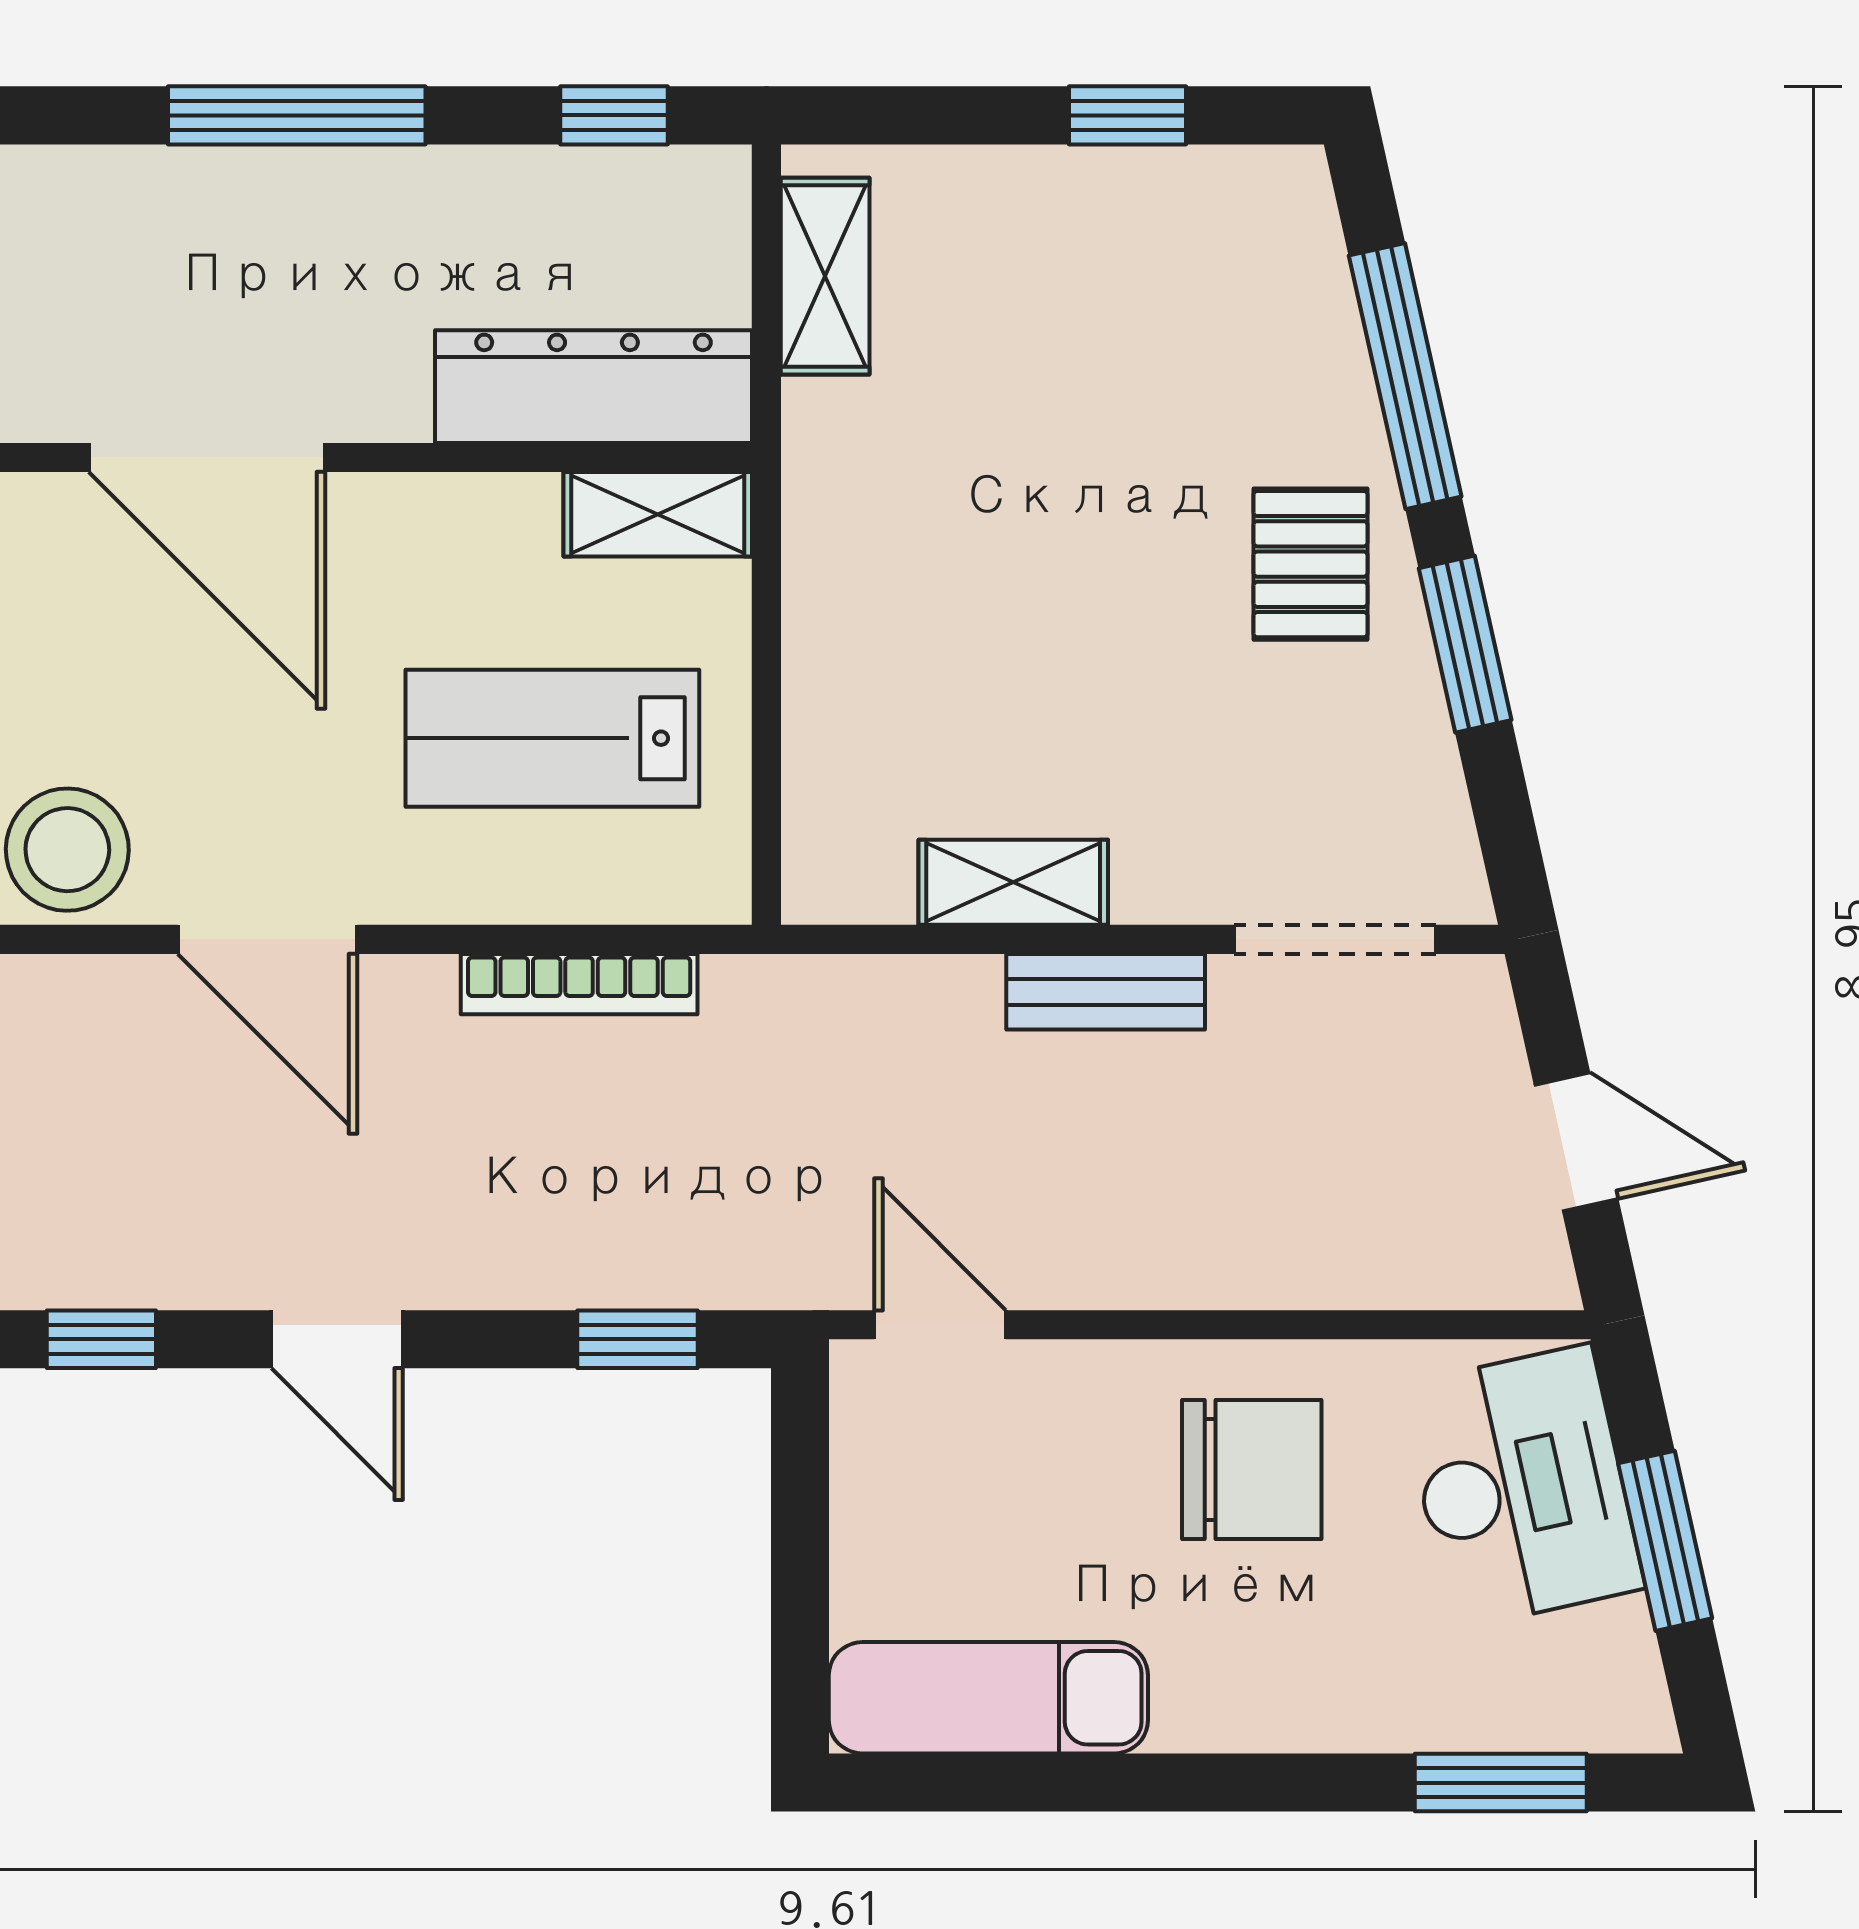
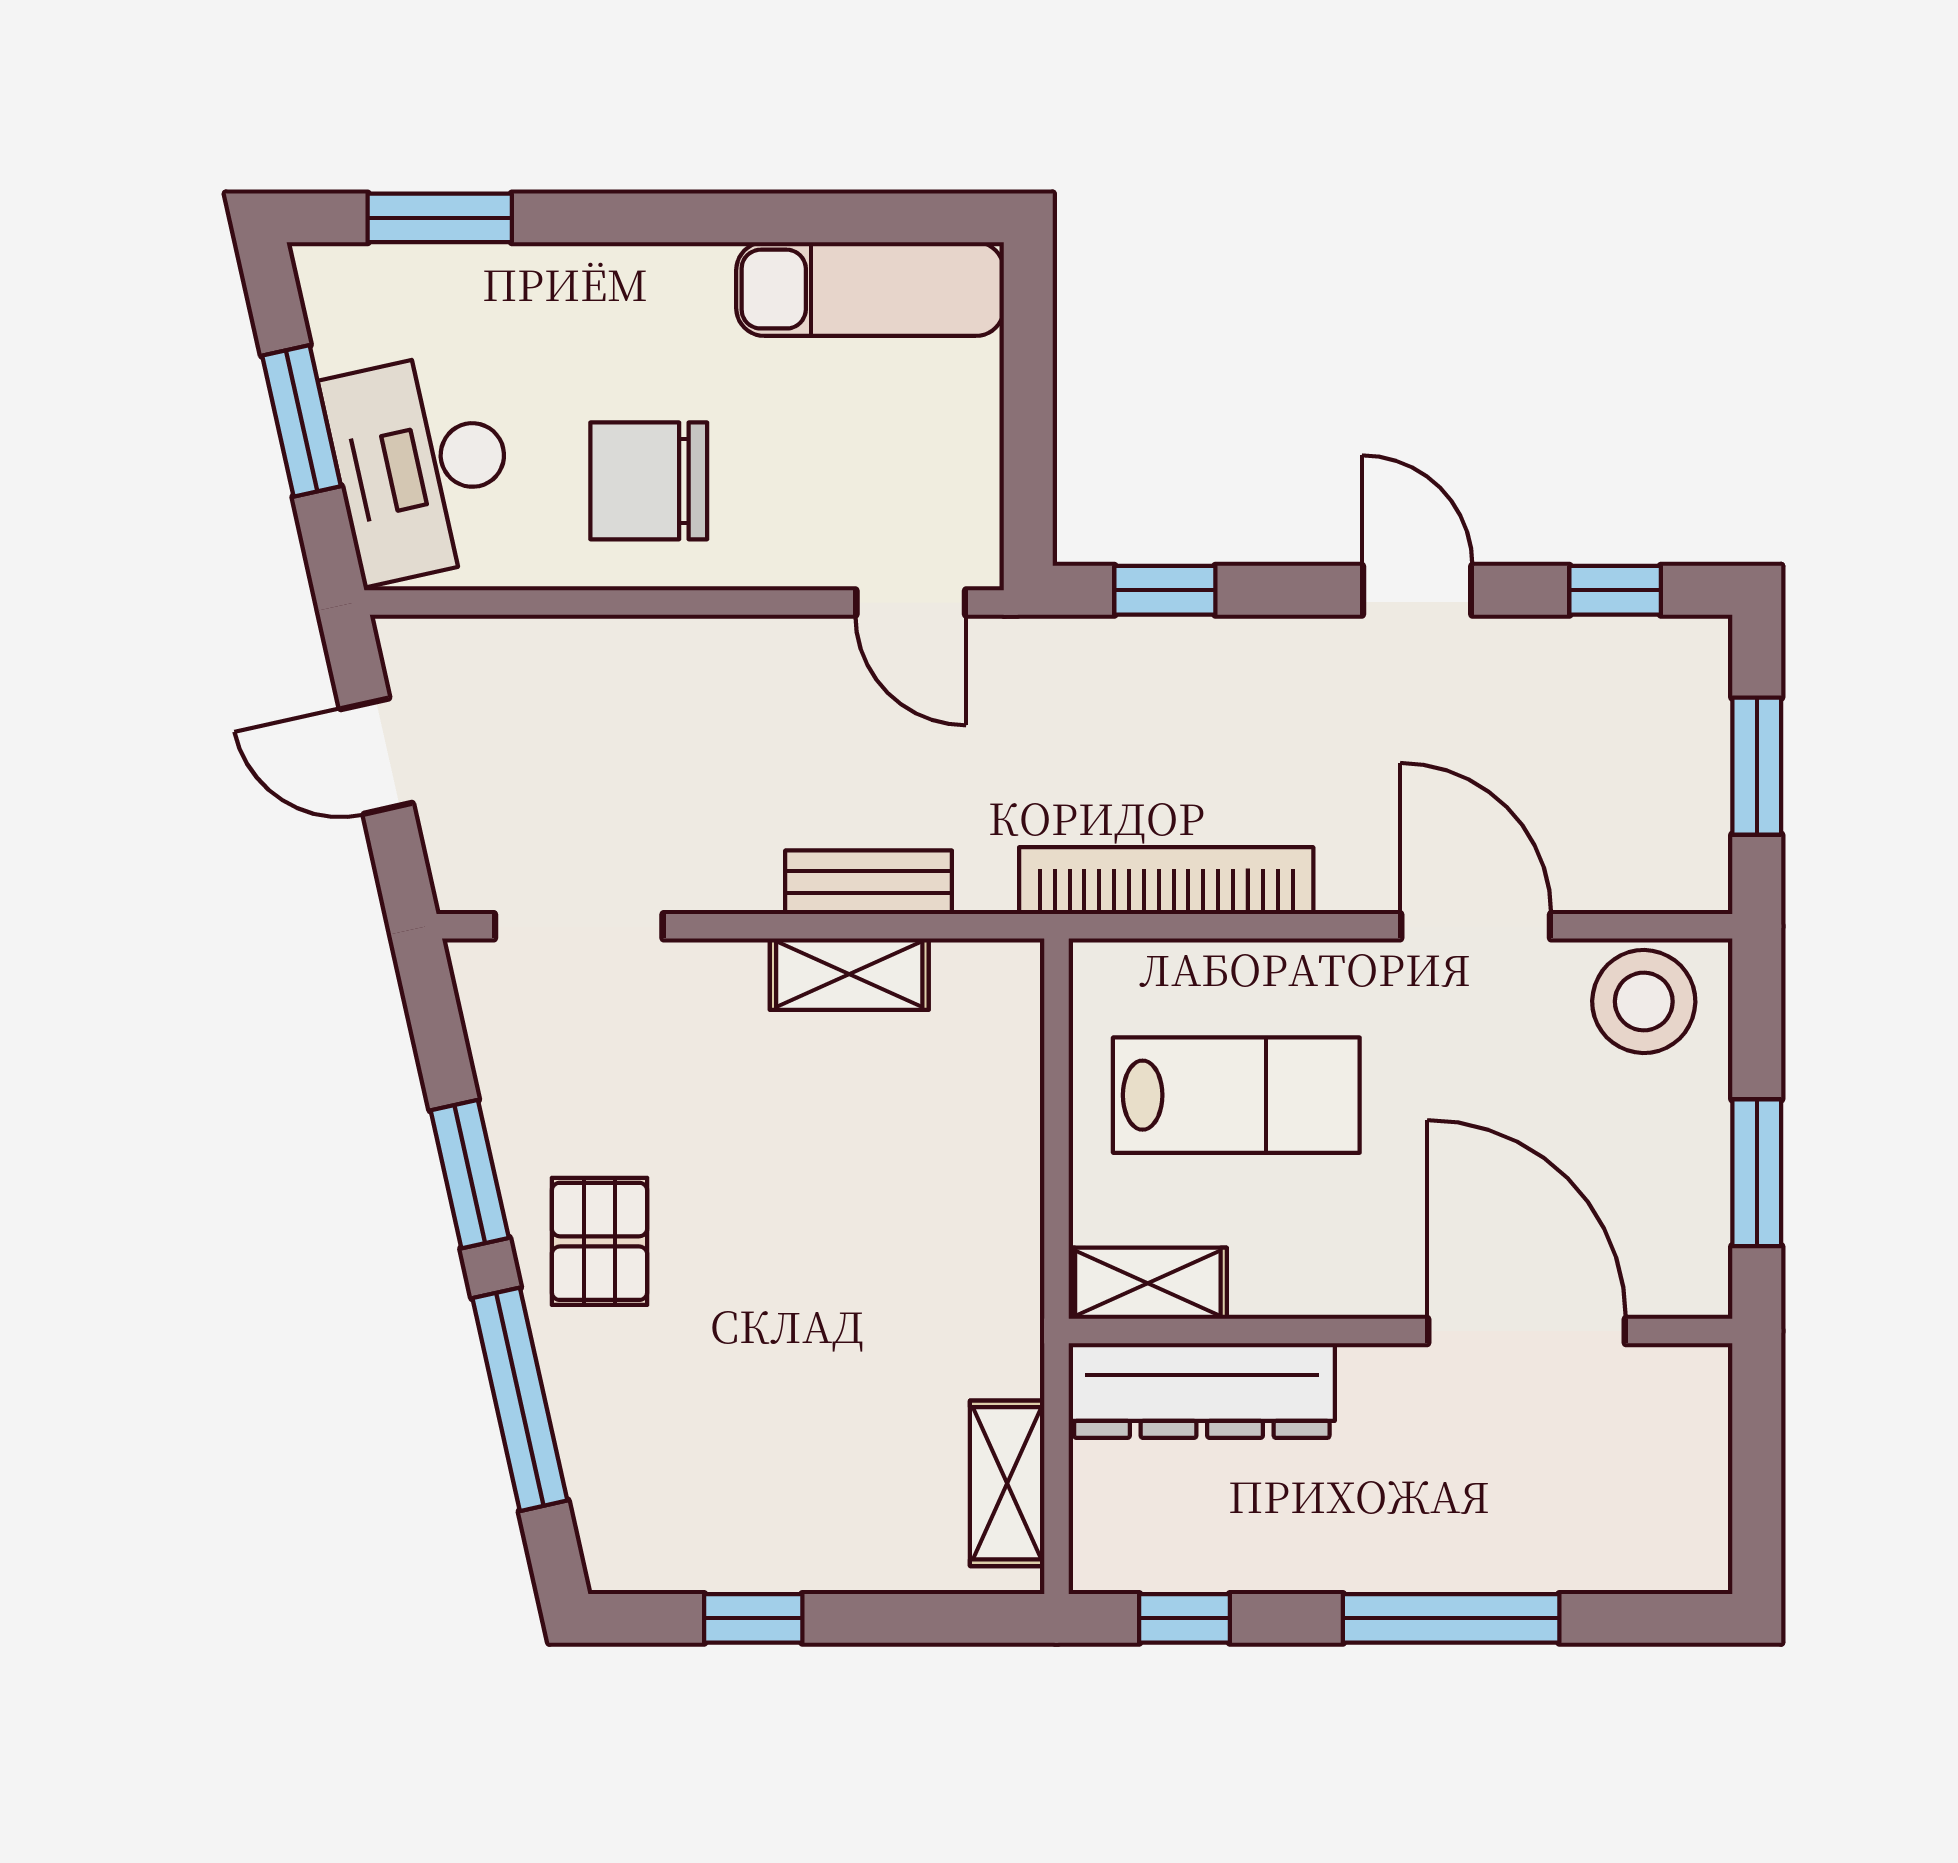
bookcase: (579, 984) -> (1166, 881), width x1.48, depth x1.31
bench: (1106, 992) -> (869, 882), moved

